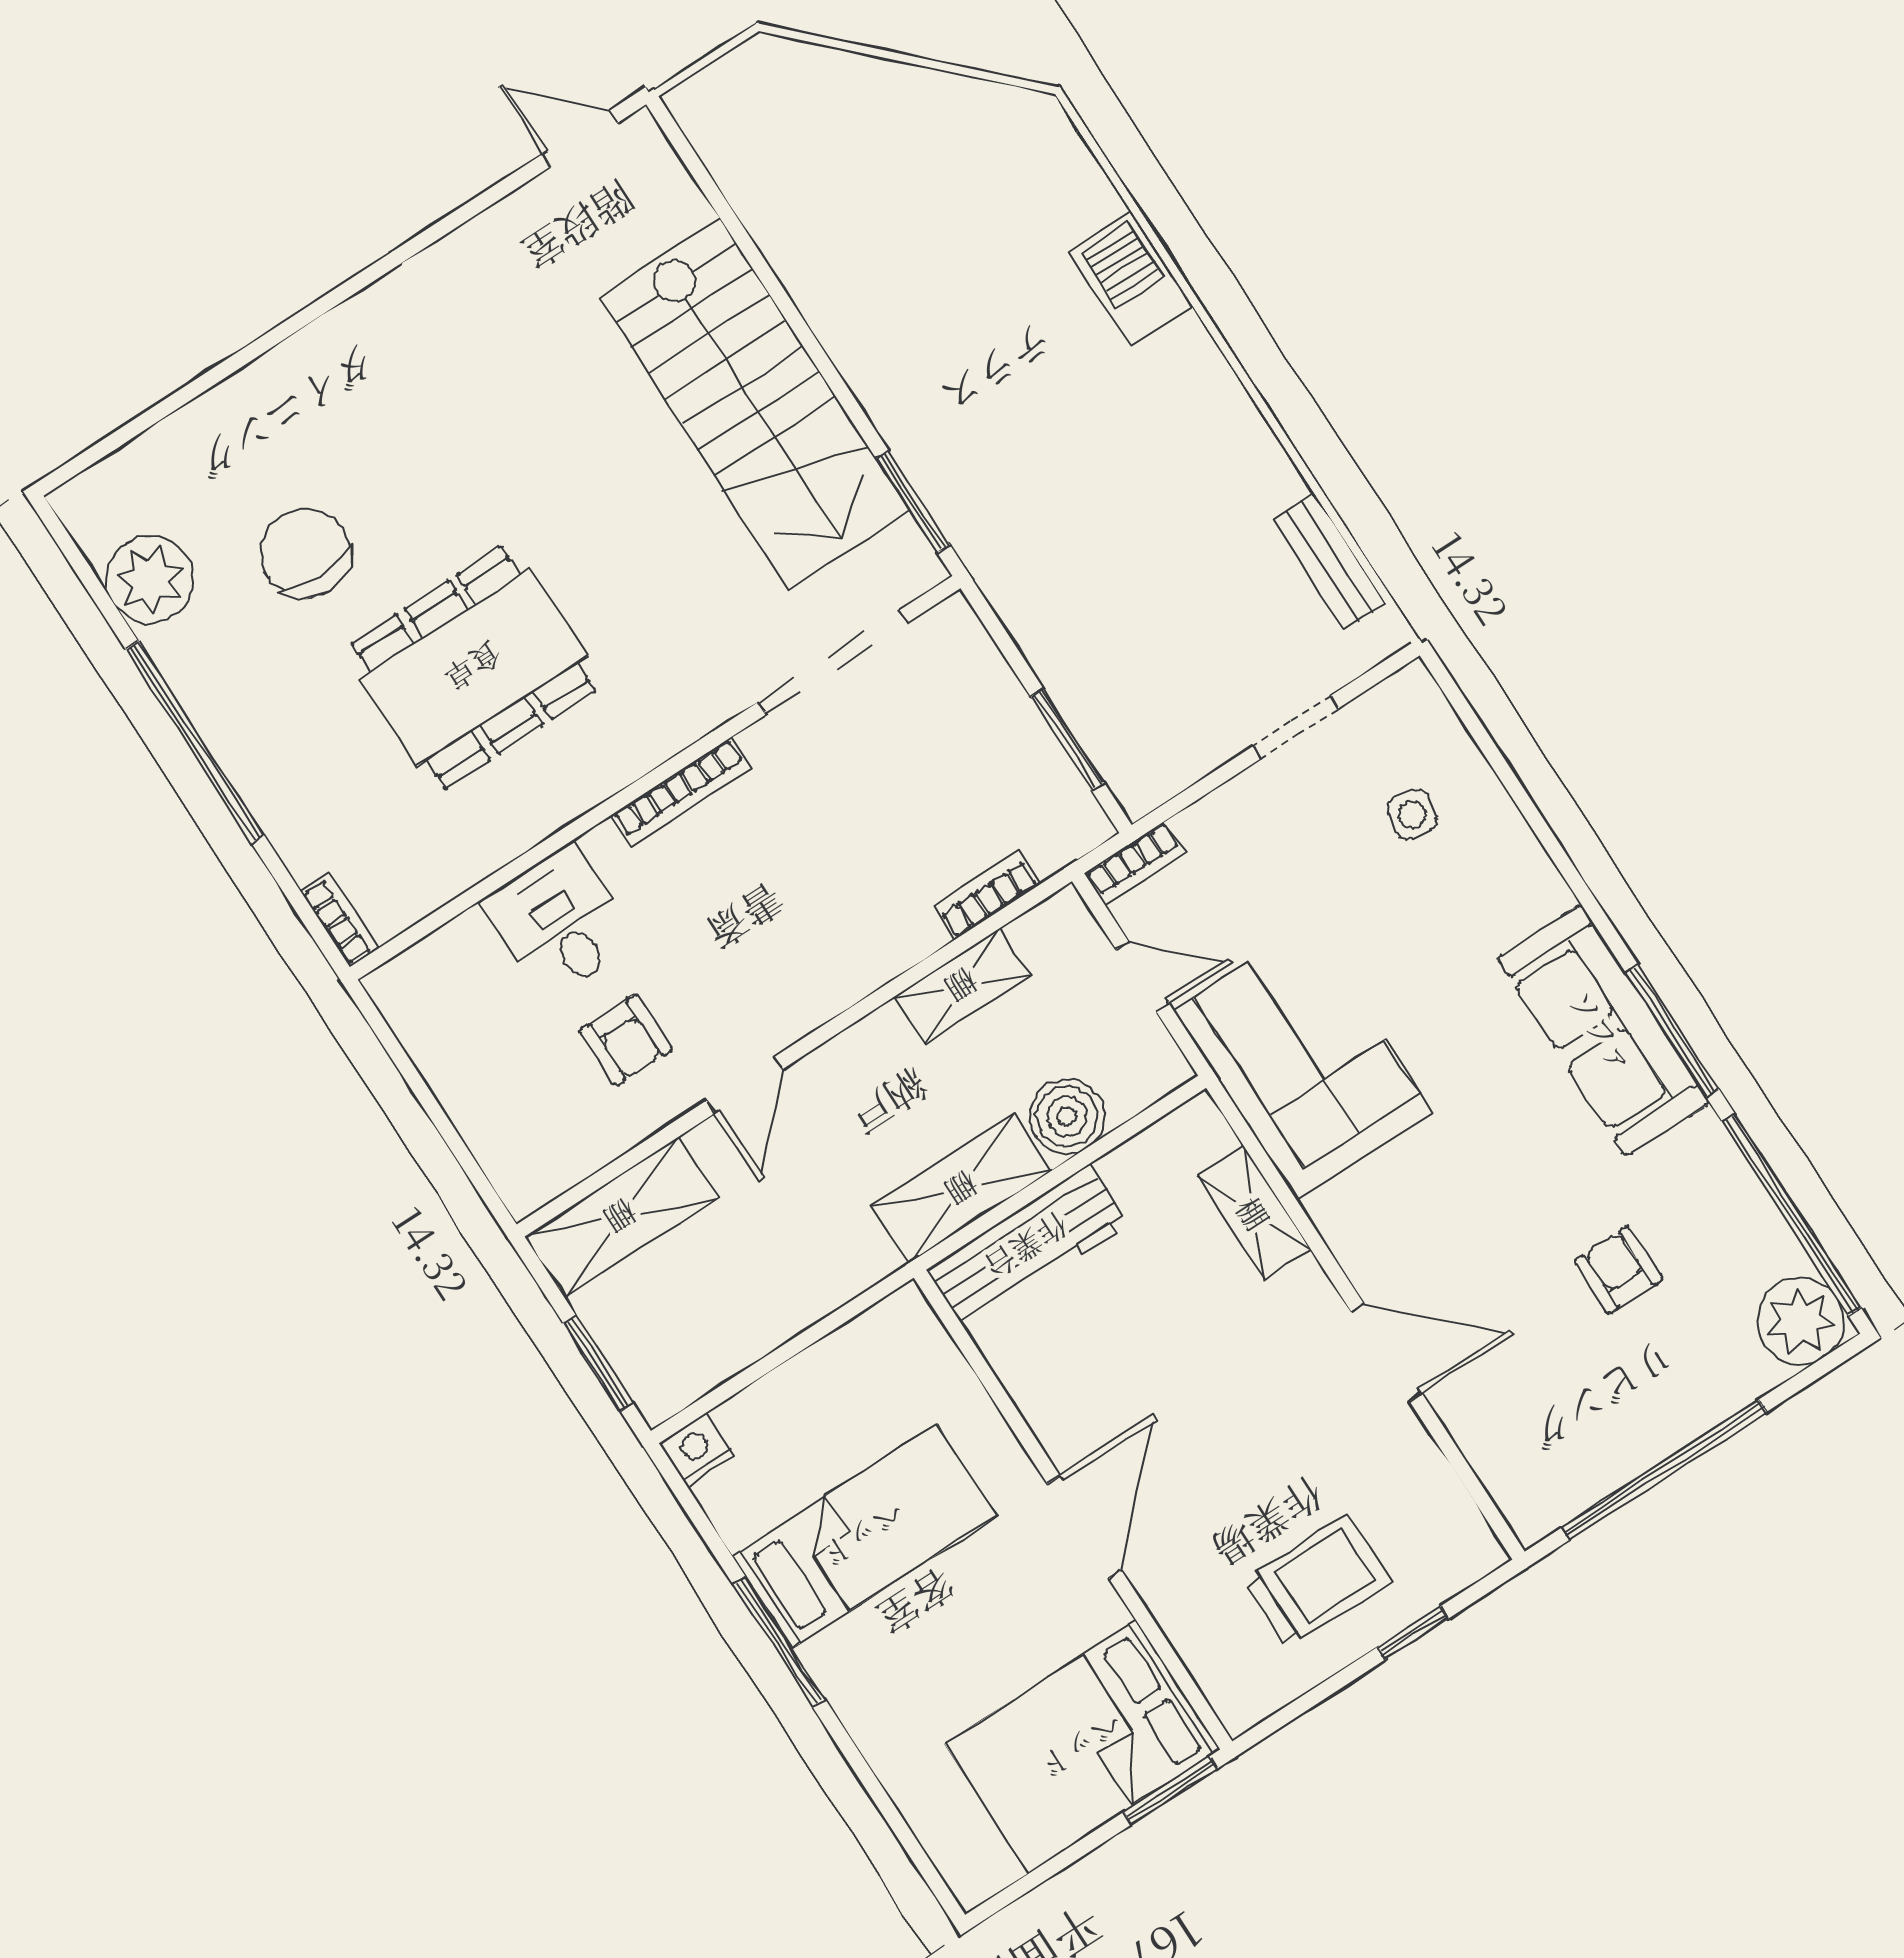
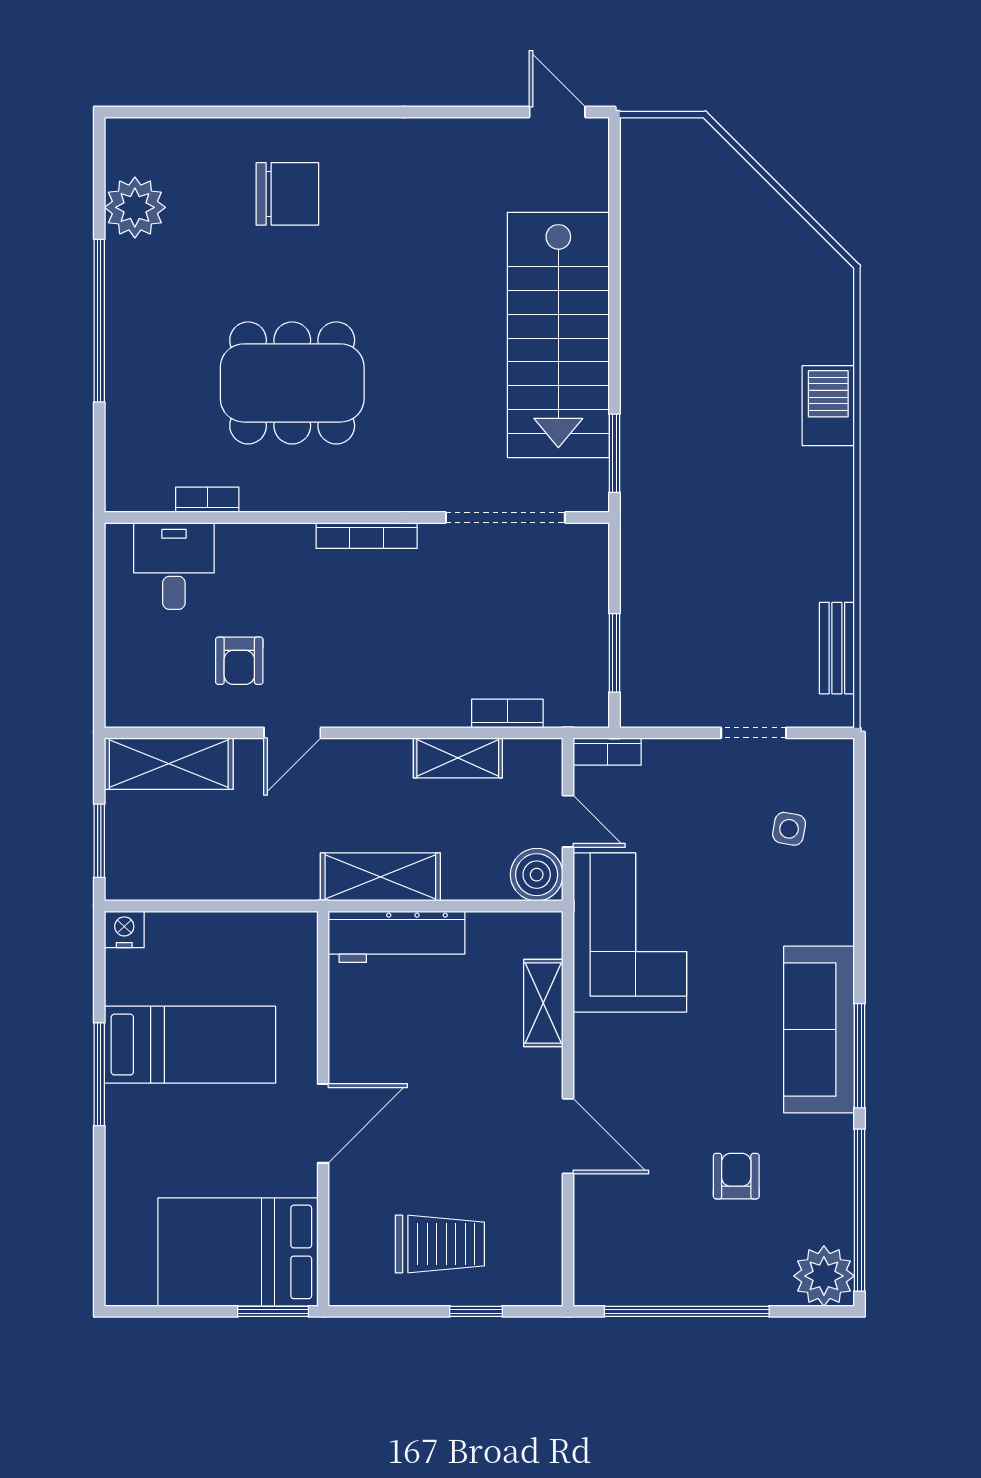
chair: (305, 553) -> (287, 194), moved, turned 90
bookcase: (340, 920) -> (207, 500), moved, turned -90
desk: (560, 922) -> (174, 566), moved
boiler: (1067, 1116) -> (537, 875), moved

